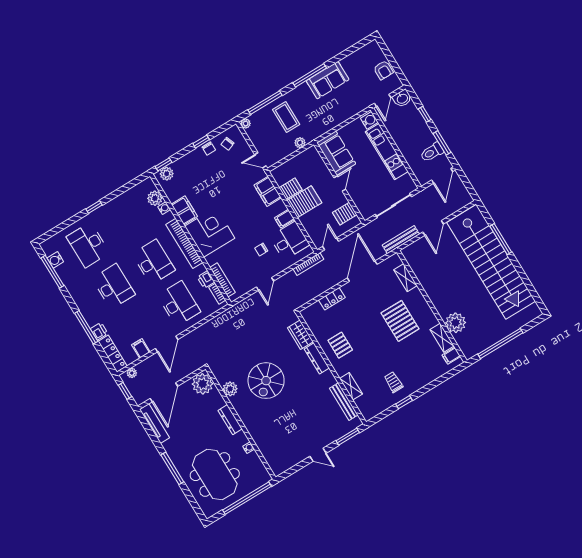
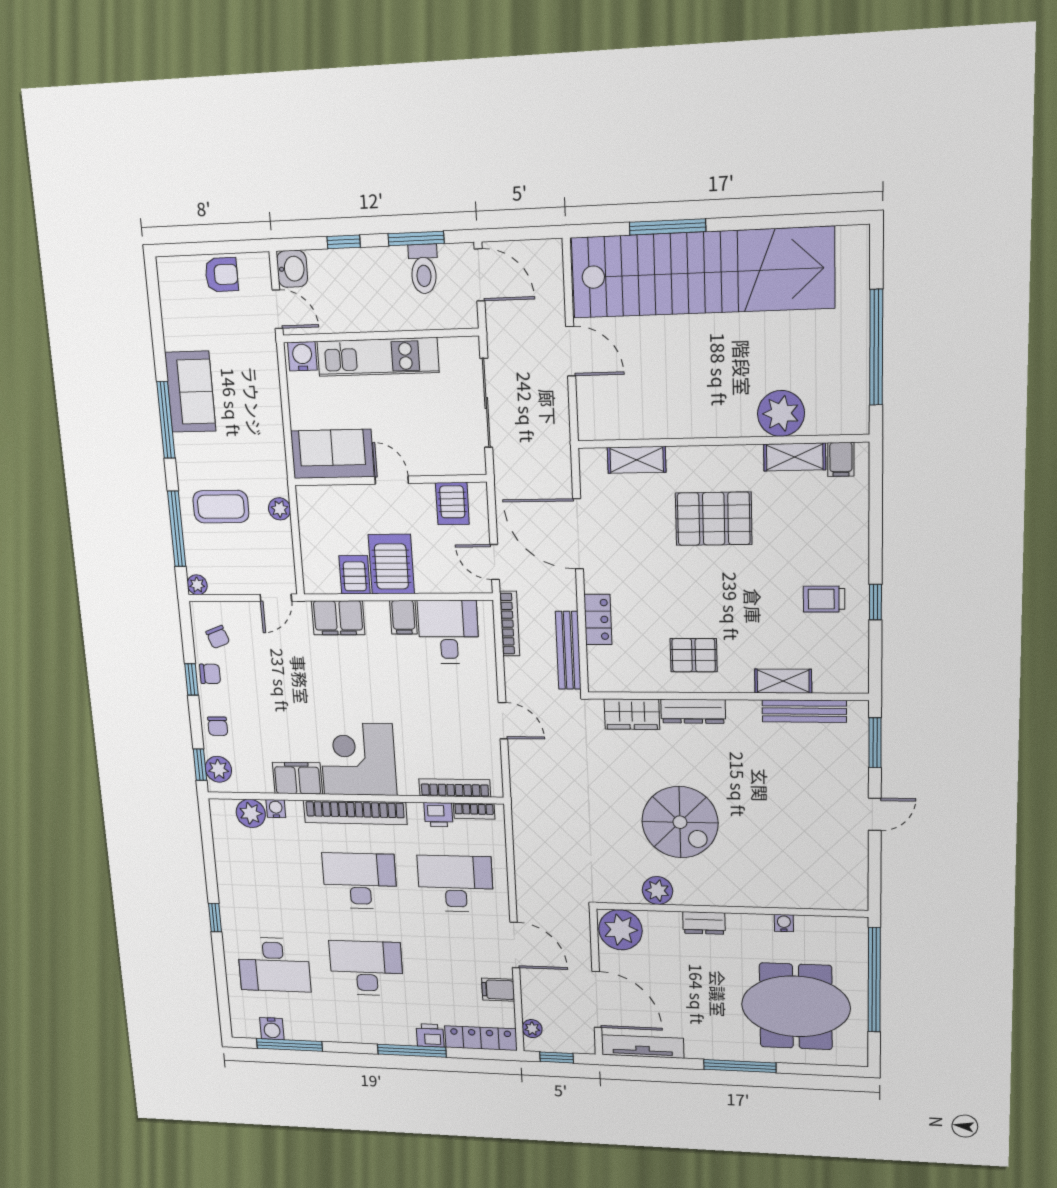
bench: (401, 240) -> (568, 650), moved
chair: (261, 250) -> (218, 726), moved
dresser: (230, 420) -> (704, 923), width x0.70

